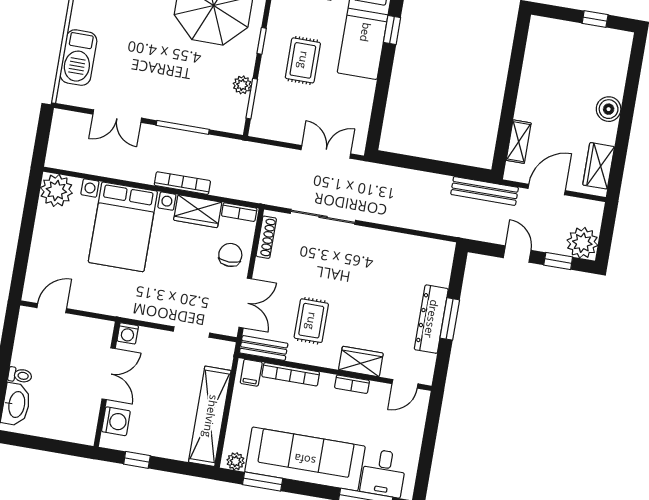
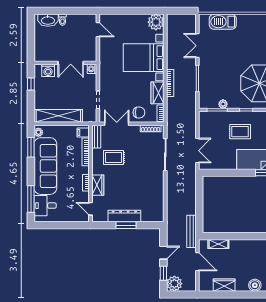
boiler: (609, 109) -> (255, 285), moved
wardrobe: (599, 166) -> (224, 285), moved
double door: (245, 303) -> (117, 124), swing flipped

